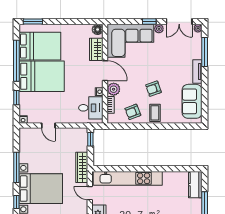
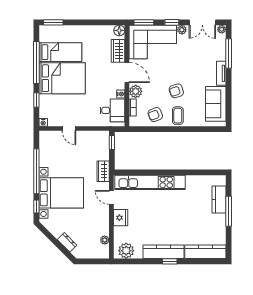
window: (122, 21) -> (144, 22), added
bed: (40, 46) -> (60, 52), width x0.67
window: (16, 167) -> (36, 171), width x1.46
wardrobe: (82, 167) -> (103, 171), width x0.67
kitchen counter: (195, 185) -> (219, 199), moved

